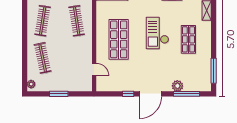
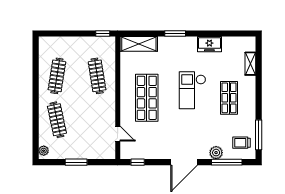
trolley: (199, 77) -> (241, 143), added
window: (128, 94) -> (138, 162), moved

